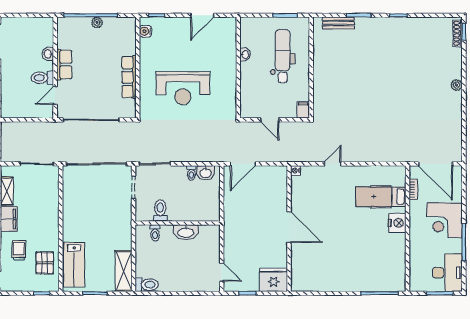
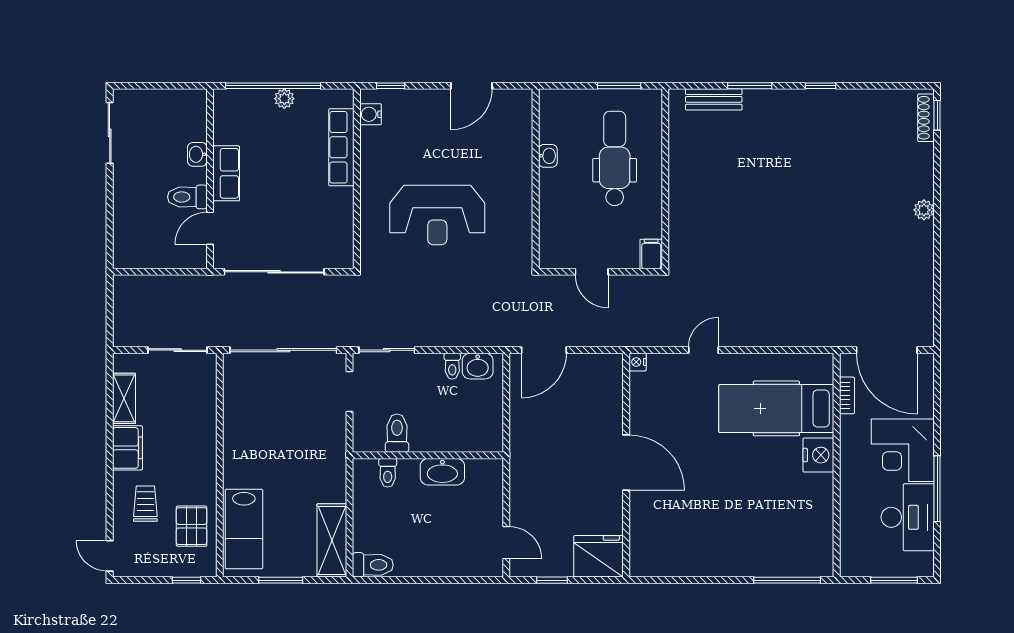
row of seats: (129, 77) -> (341, 147), moved
hospital bed: (381, 197) -> (776, 408), width x1.37, depth x1.29
desk: (447, 273) -> (908, 517), moved

